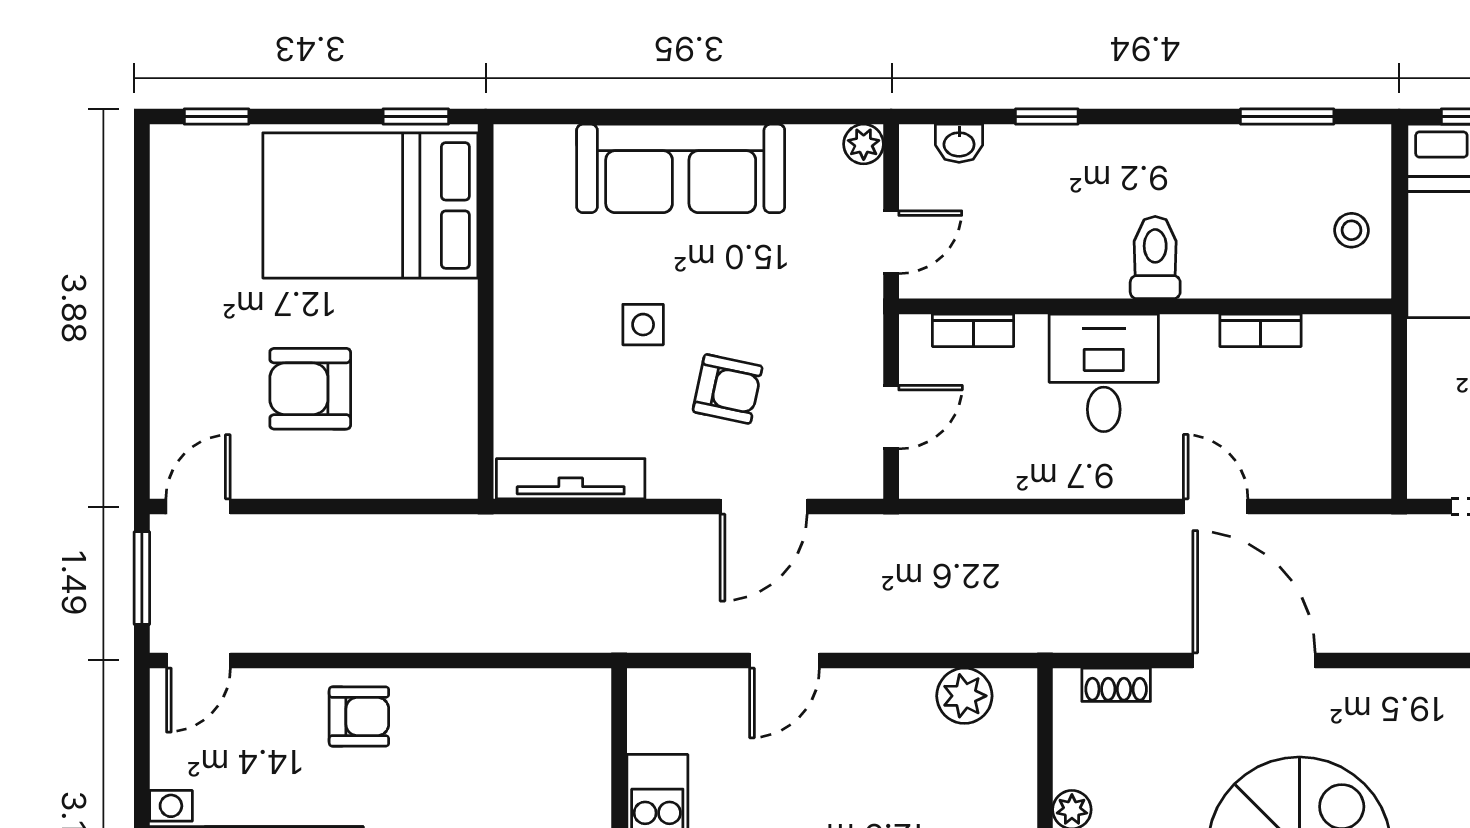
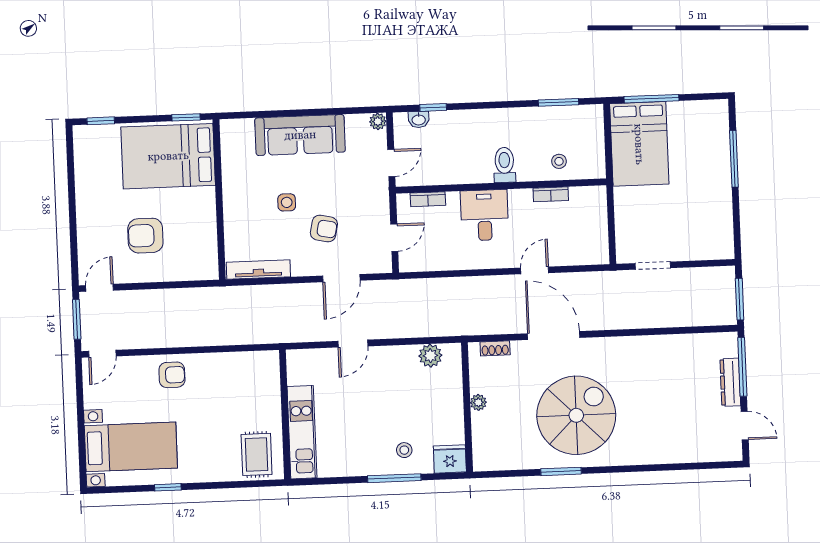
window: (1047, 117) -> (433, 107), moved
stool: (1352, 230) -> (559, 161), moved
door: (1216, 507) -> (535, 270), hinge flipped

